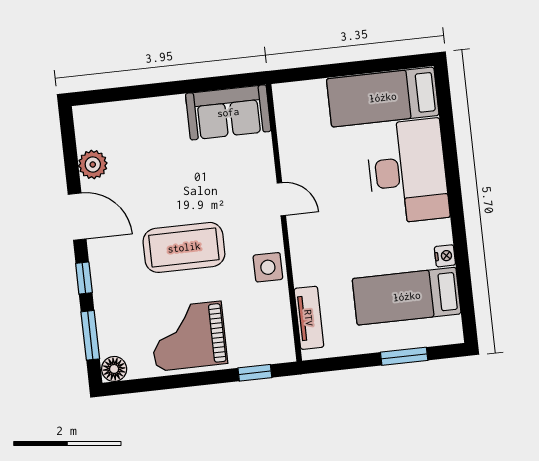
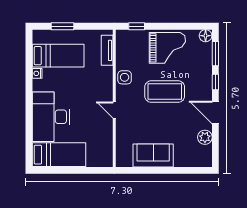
sofa: (228, 112) -> (153, 155), moved

